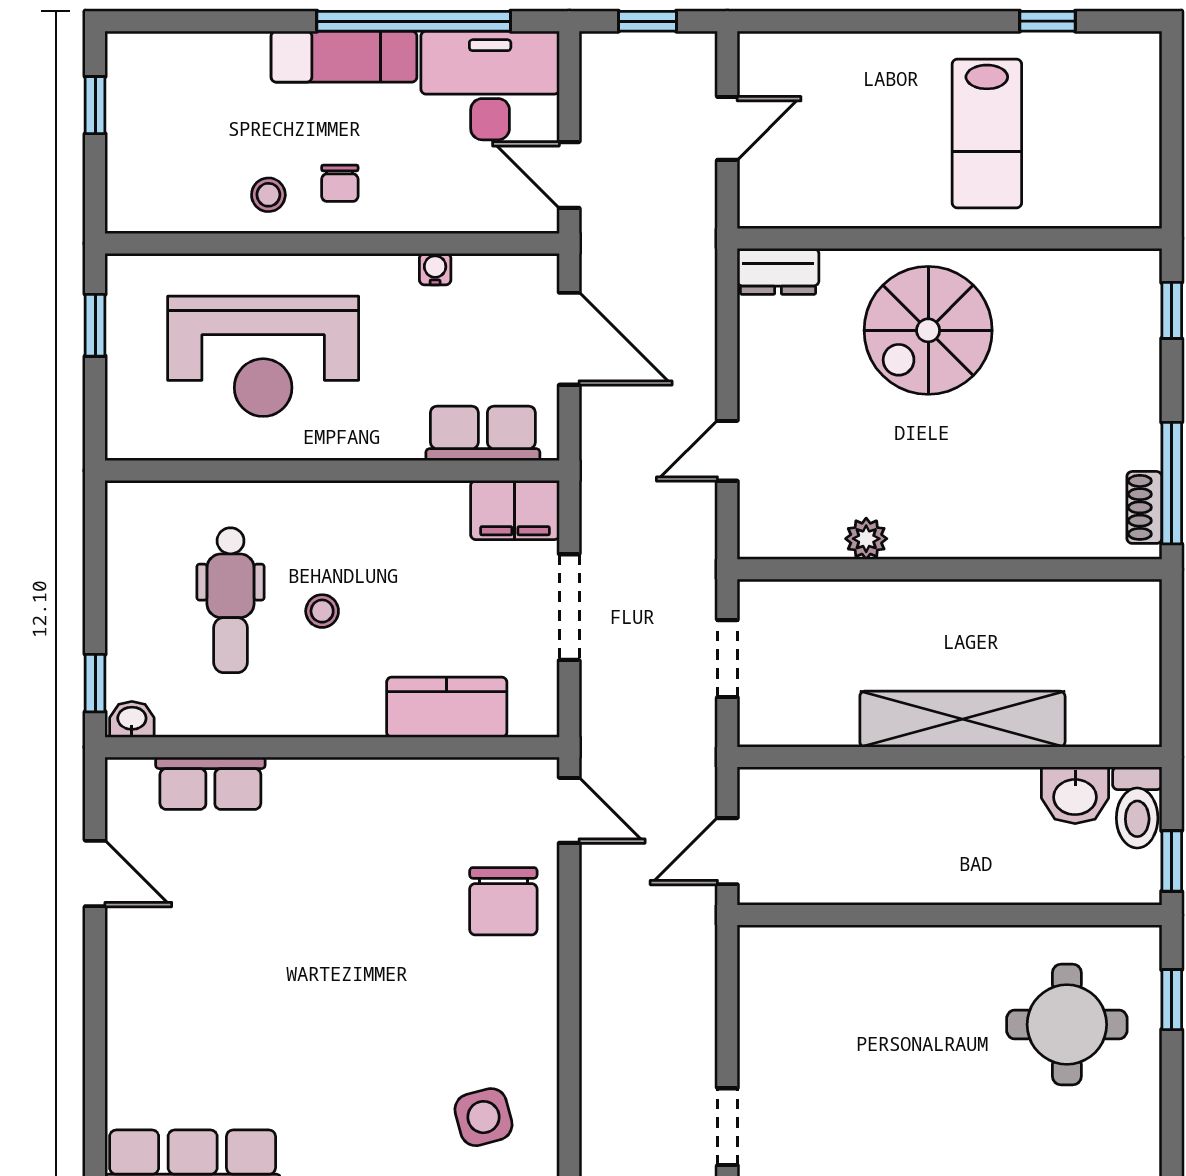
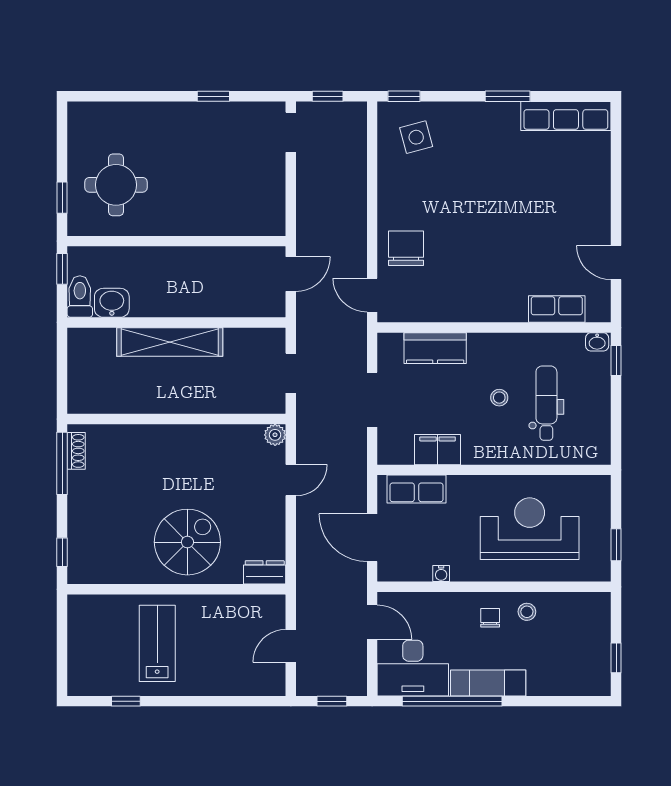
filing cabinet: (515, 510) -> (438, 450), moved
plant: (866, 539) -> (275, 435), moved

